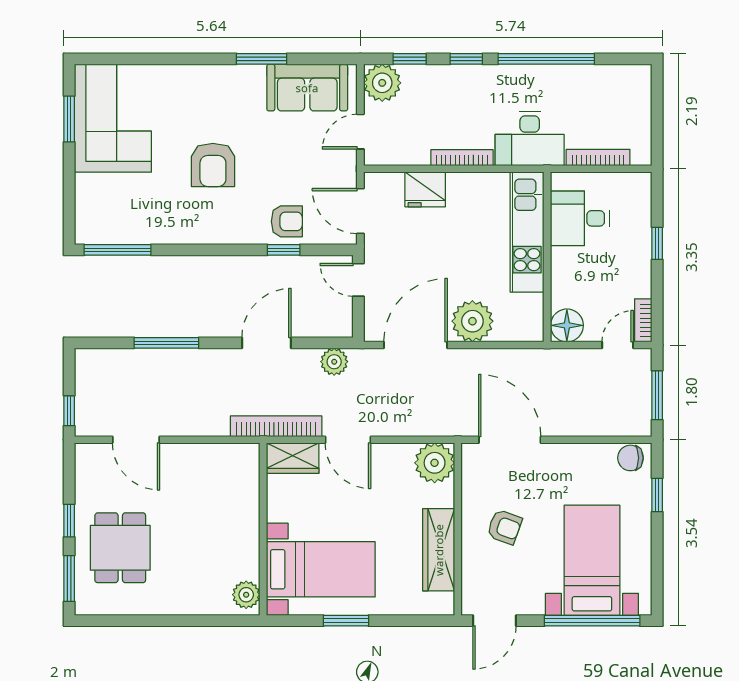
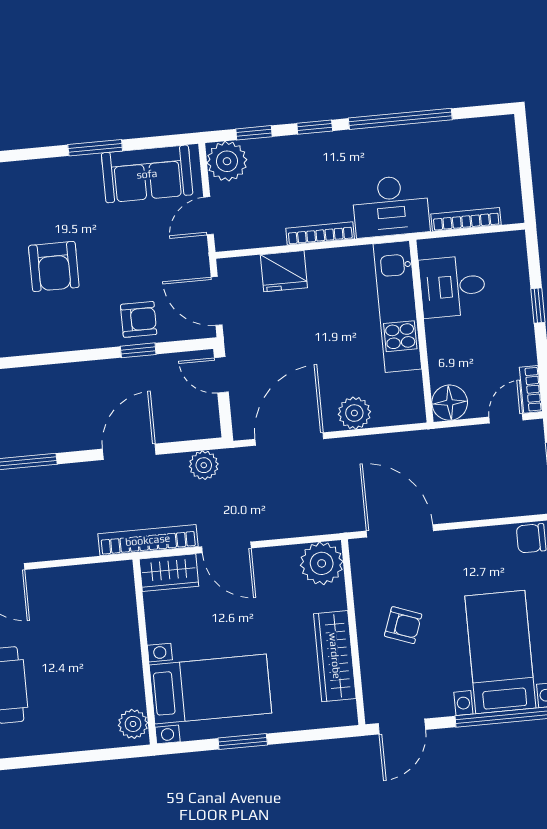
plant: (472, 321) -> (354, 413), width x0.73, depth x0.73

